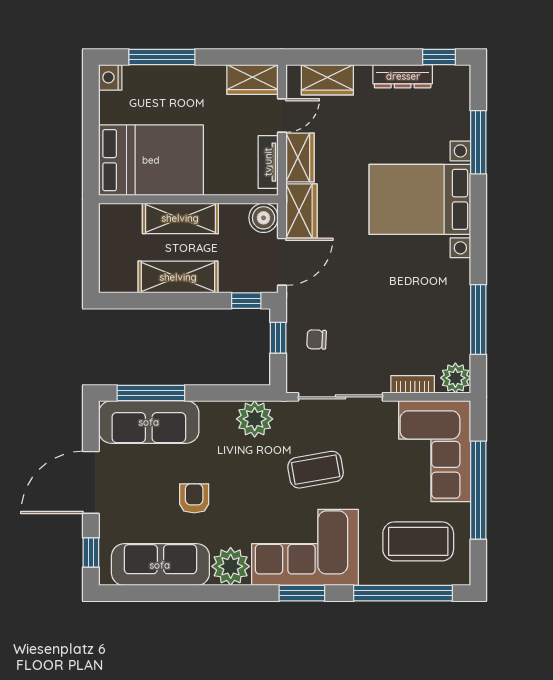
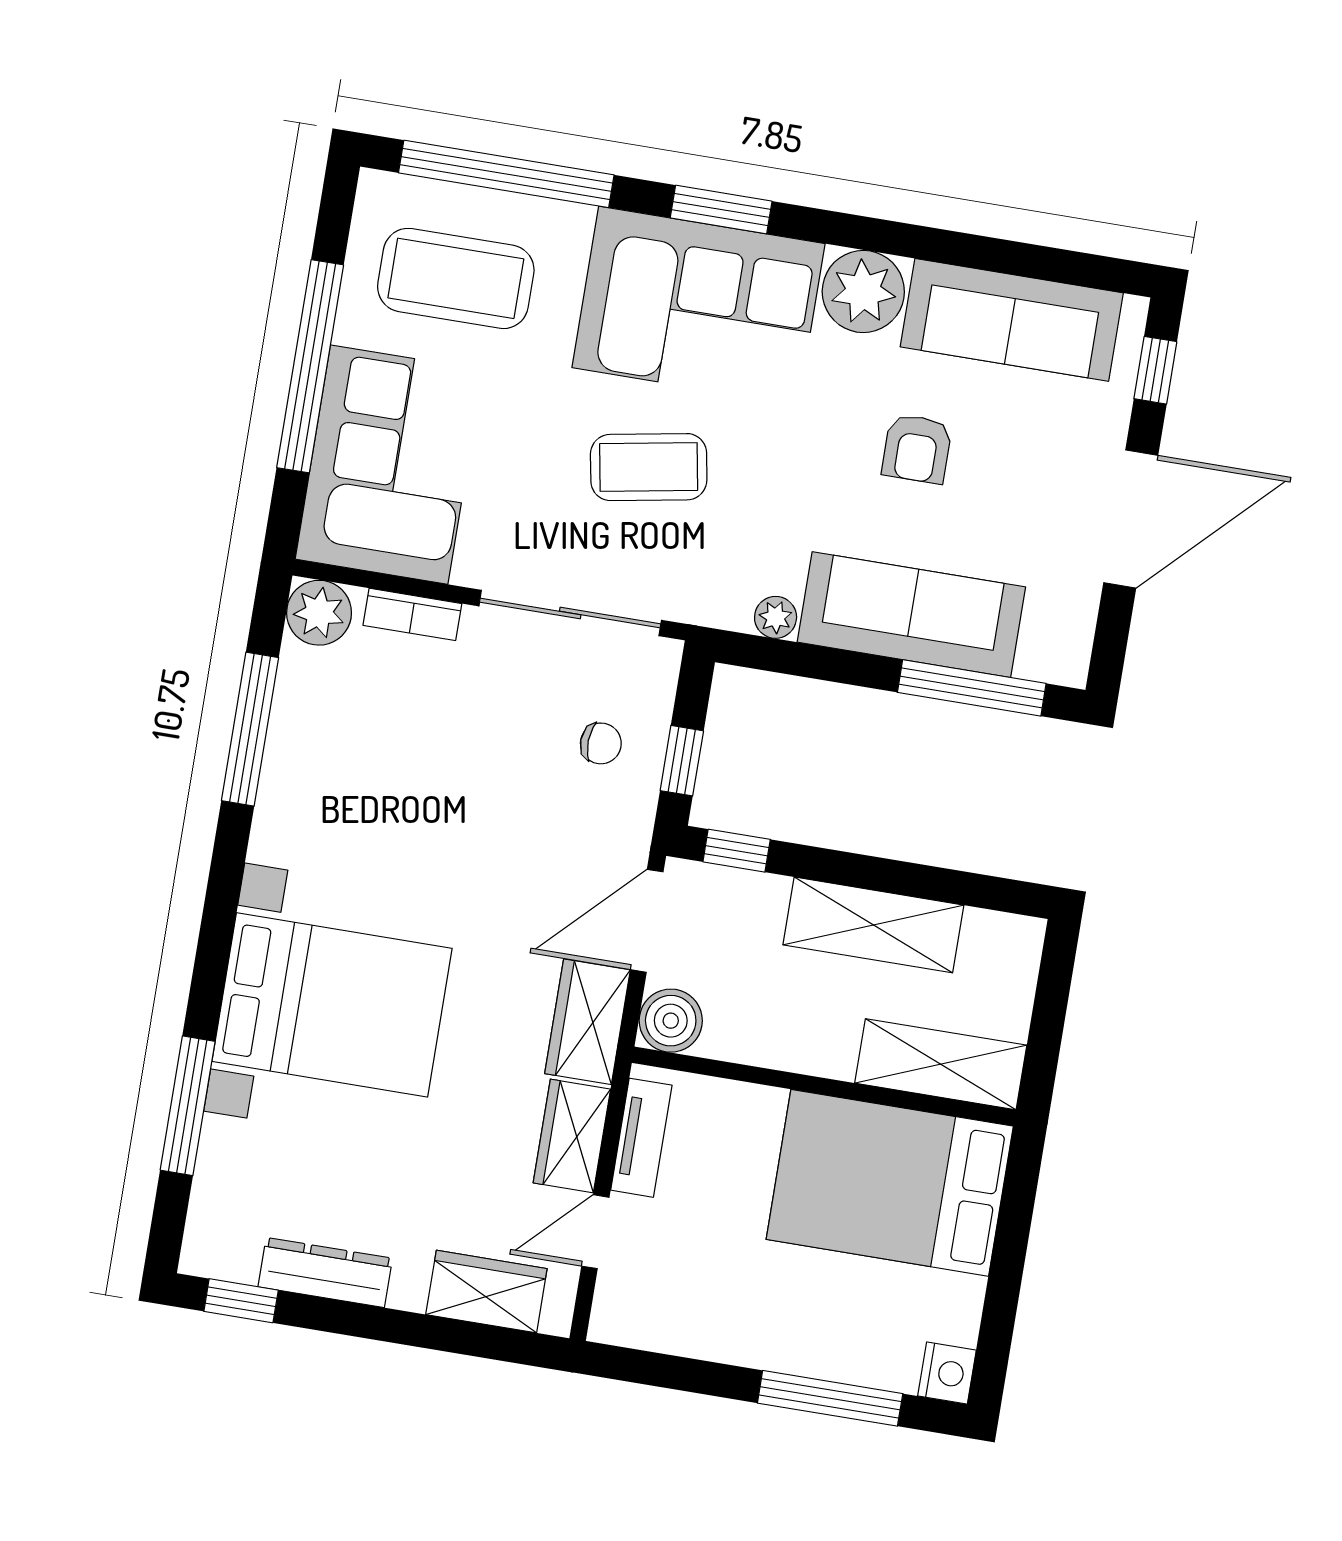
wardrobe: (253, 80) -> (645, 1318), removed
shelving: (180, 218) -> (941, 1064), moved
plant: (255, 419) -> (776, 617), width x0.53, depth x0.53
sofa: (149, 422) -> (911, 615), moved

